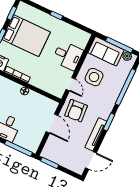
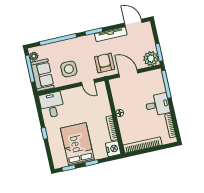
desk: (68, 56) -> (52, 105), moved
door: (71, 84) -> (88, 82), swing flipped
armchair: (76, 111) -> (105, 63), turned -86
door: (52, 124) -> (128, 73), hinge flipped
plant: (50, 152) -> (151, 59), added

